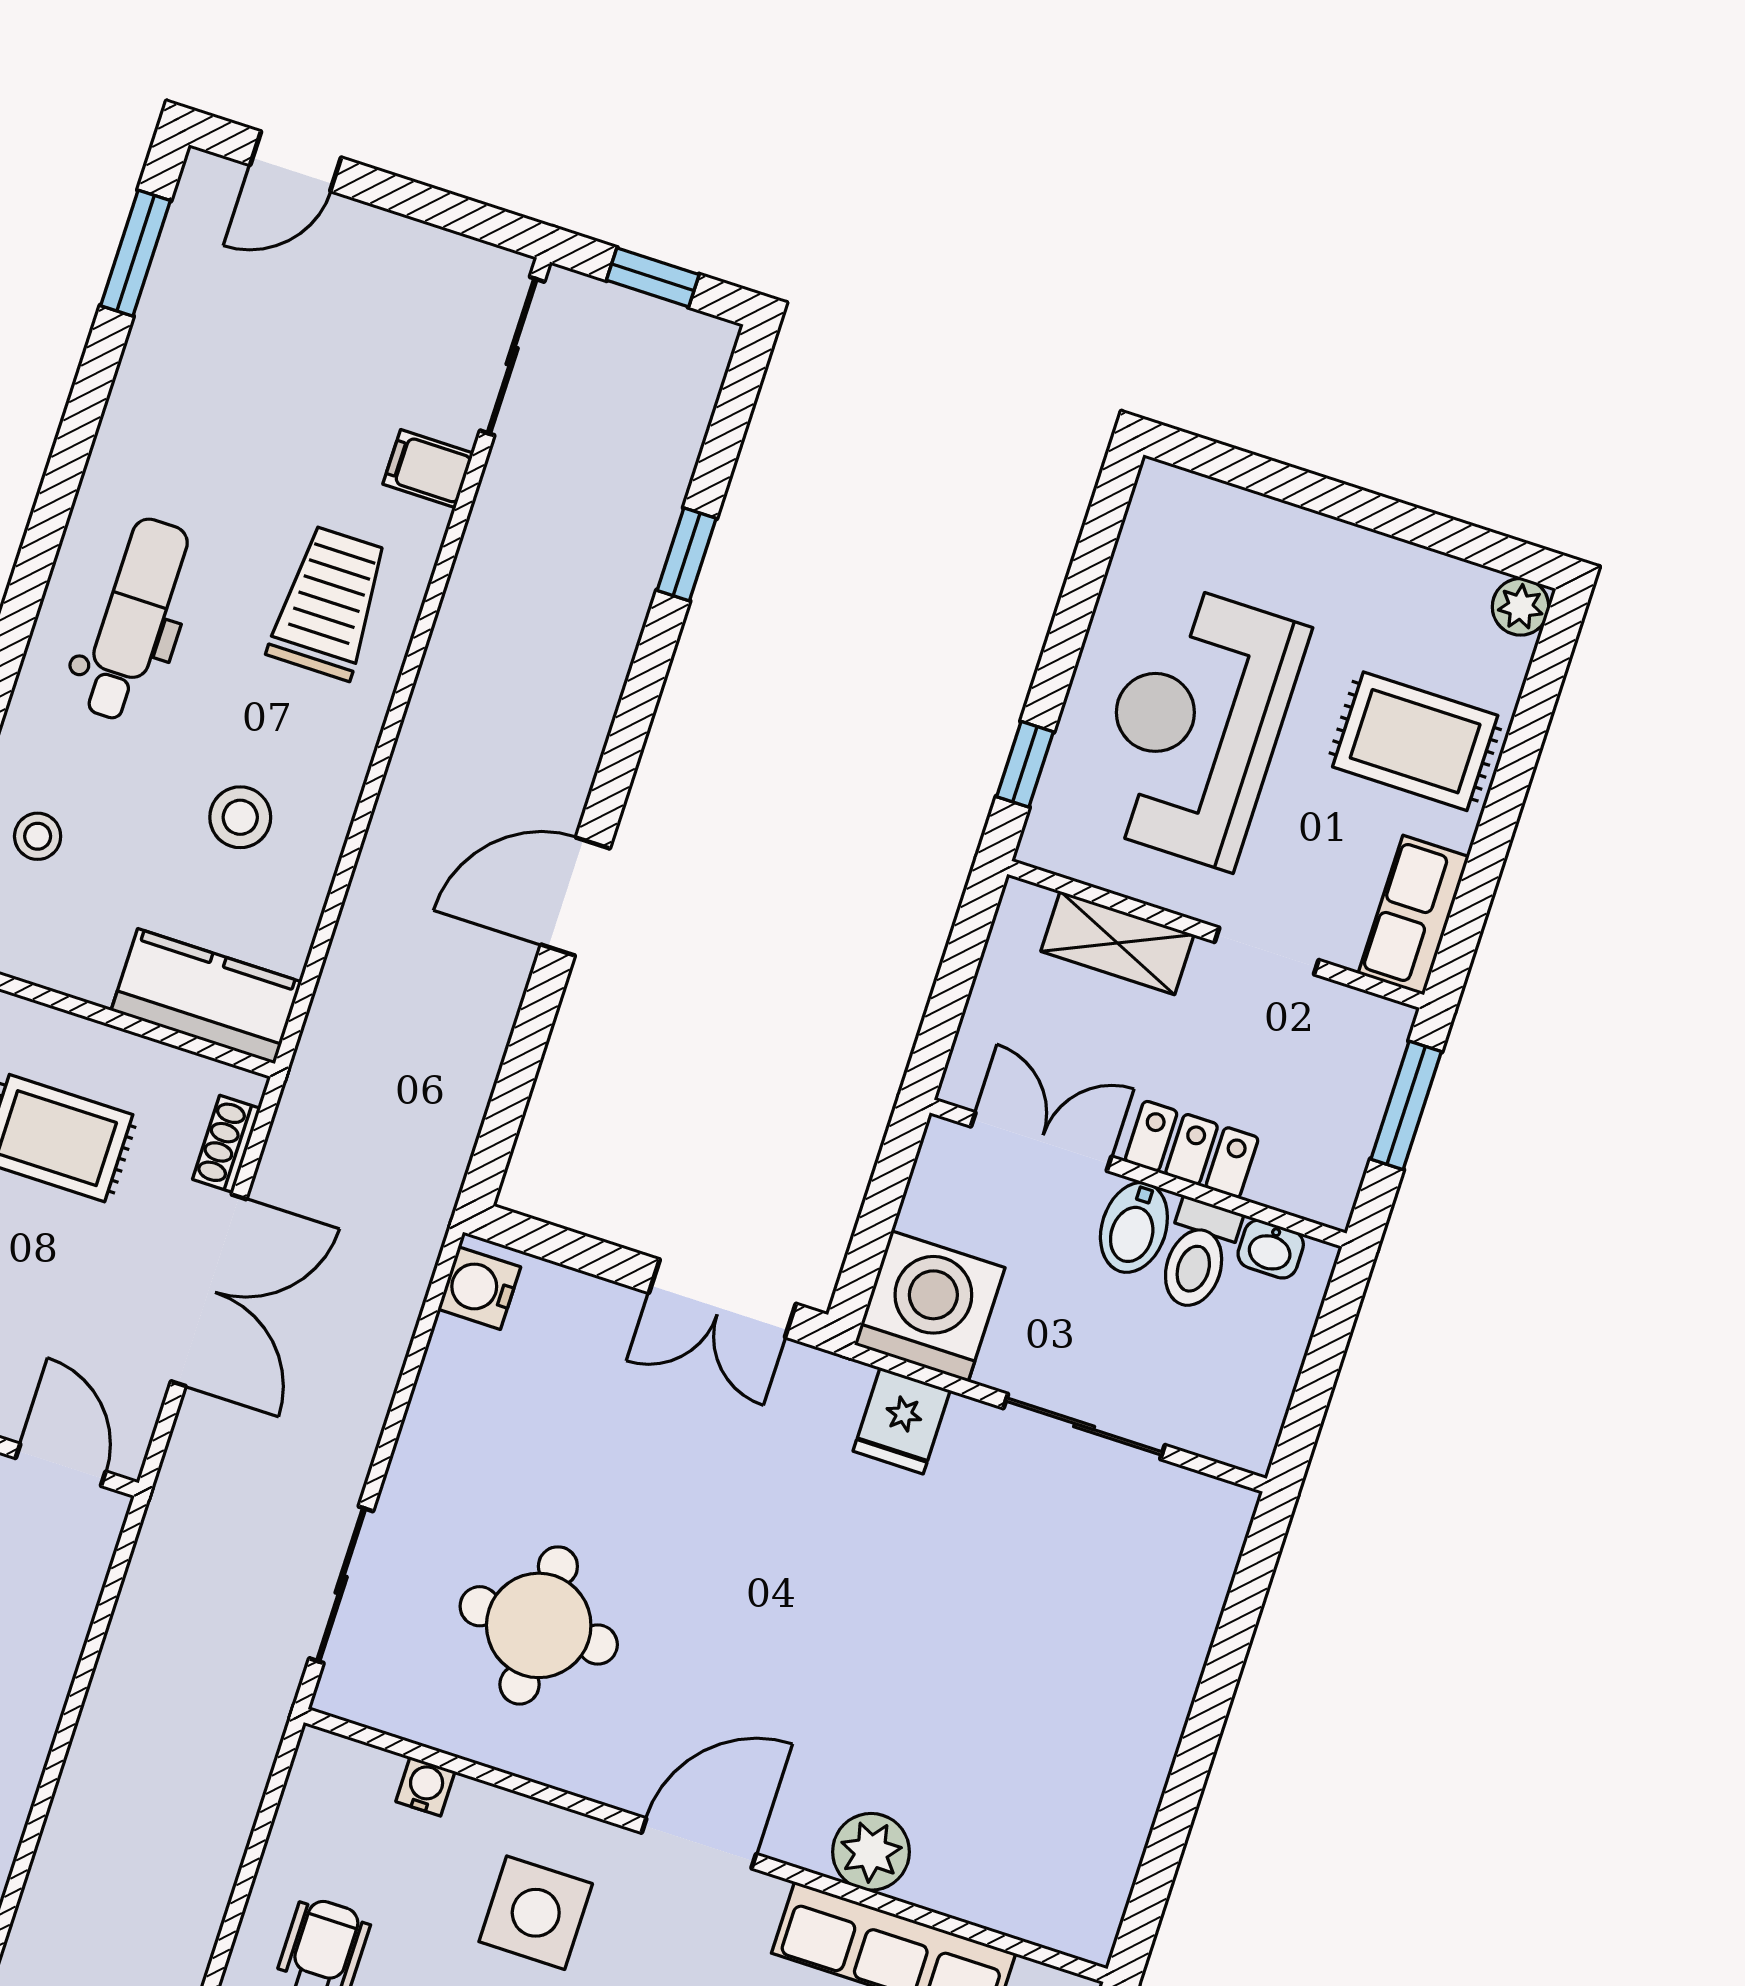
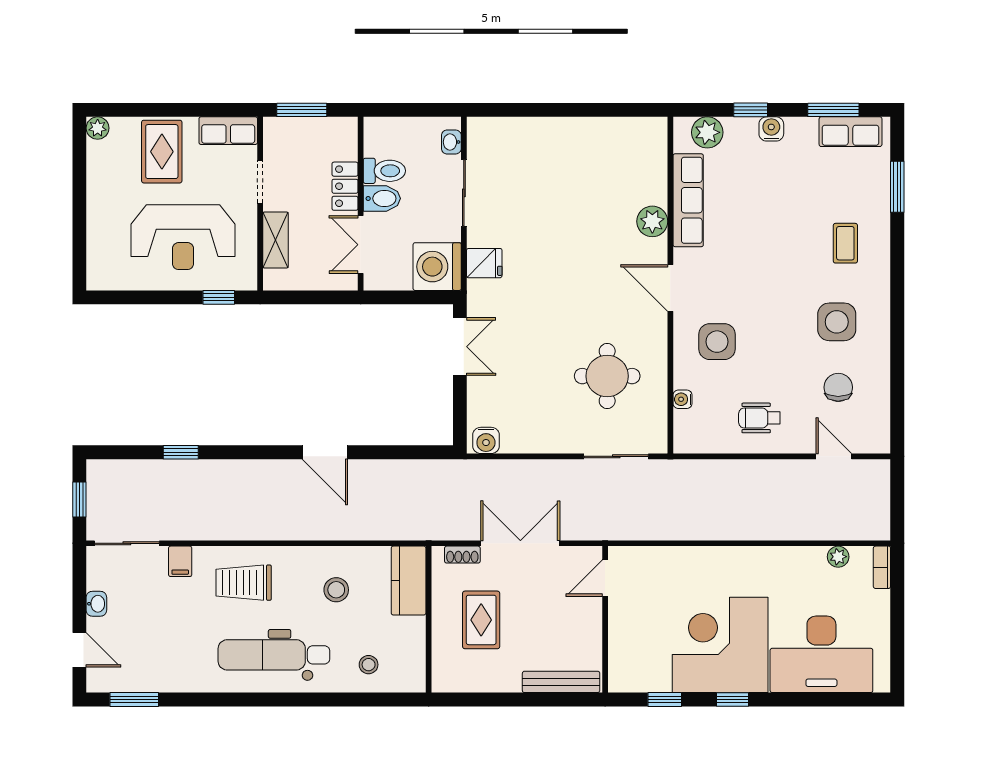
washbasin: (392, 237) -> (96, 604), added
dental chair: (134, 619) -> (274, 655), width x1.36, depth x1.38
washbasin: (1271, 1249) -> (451, 142), moved, turned 180

